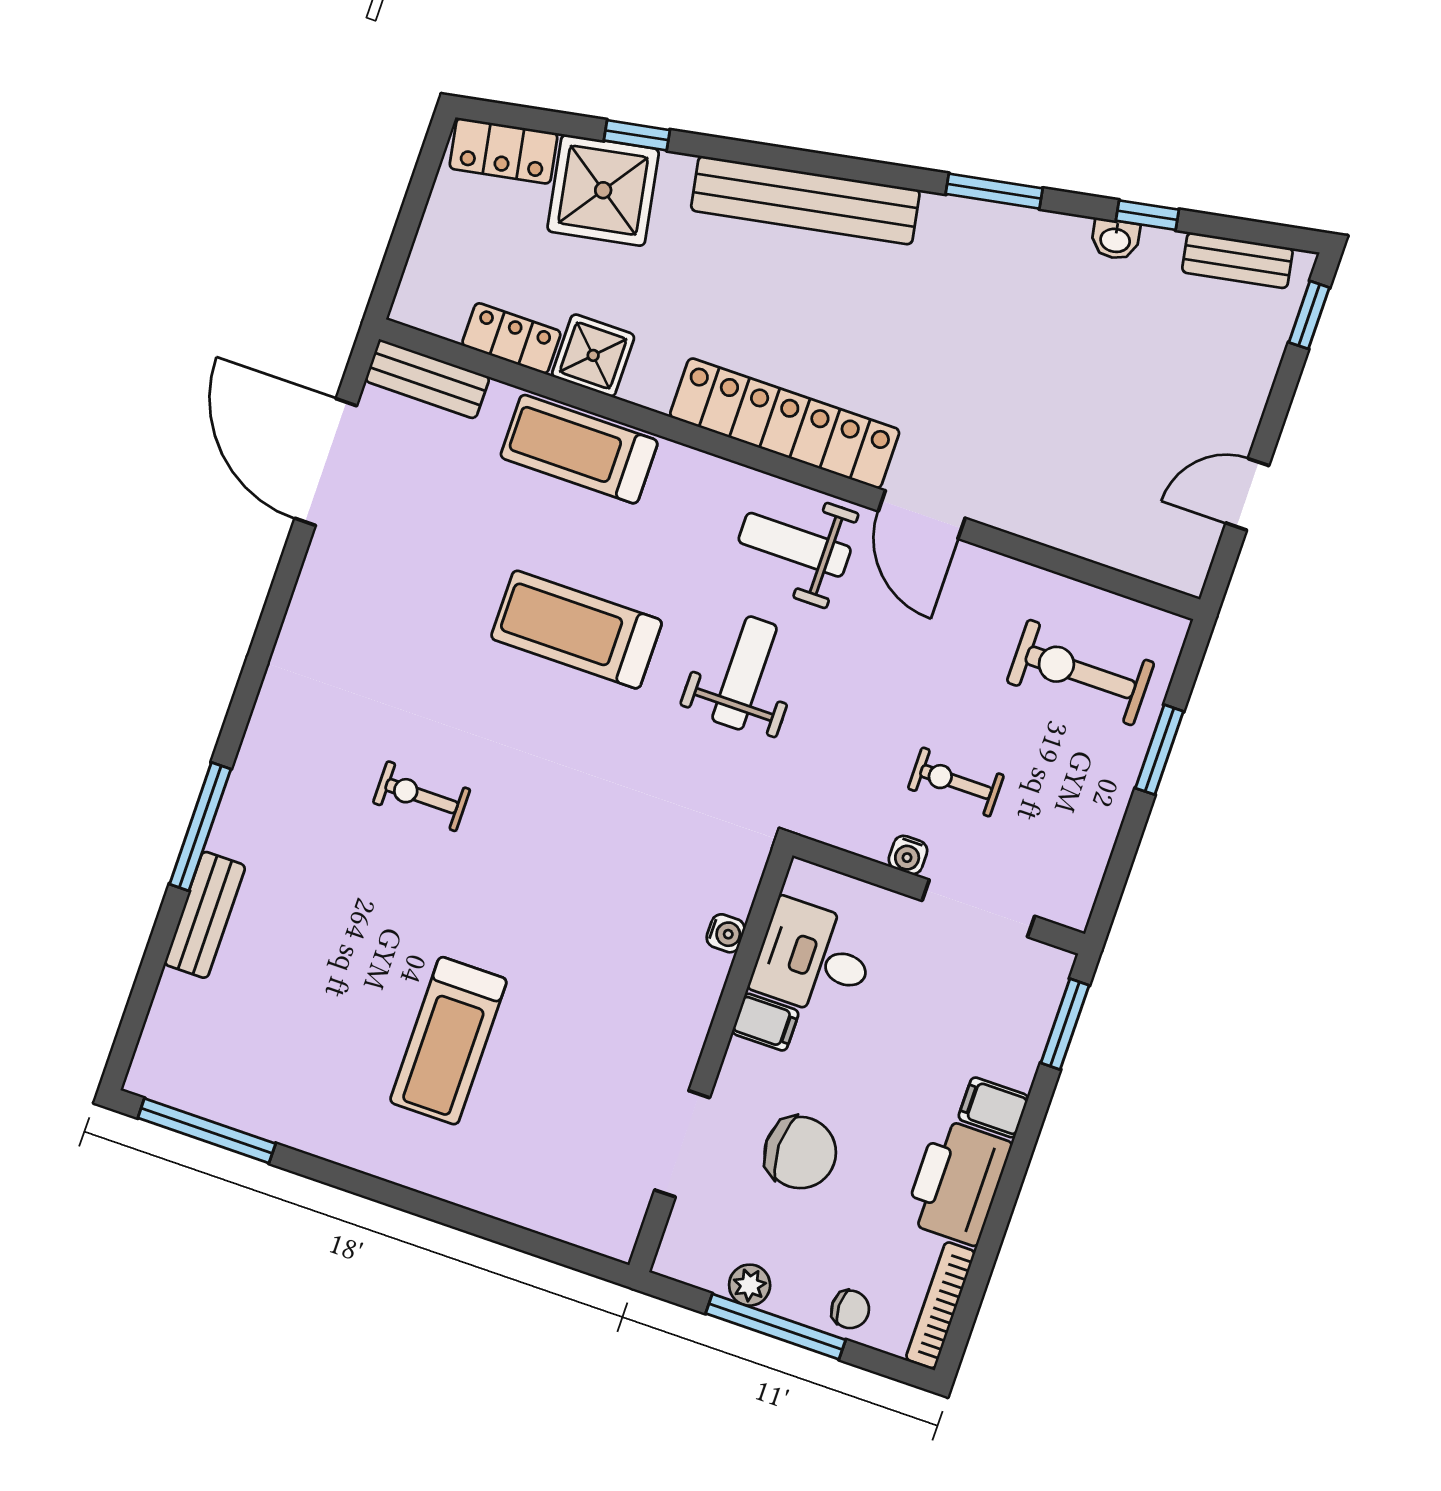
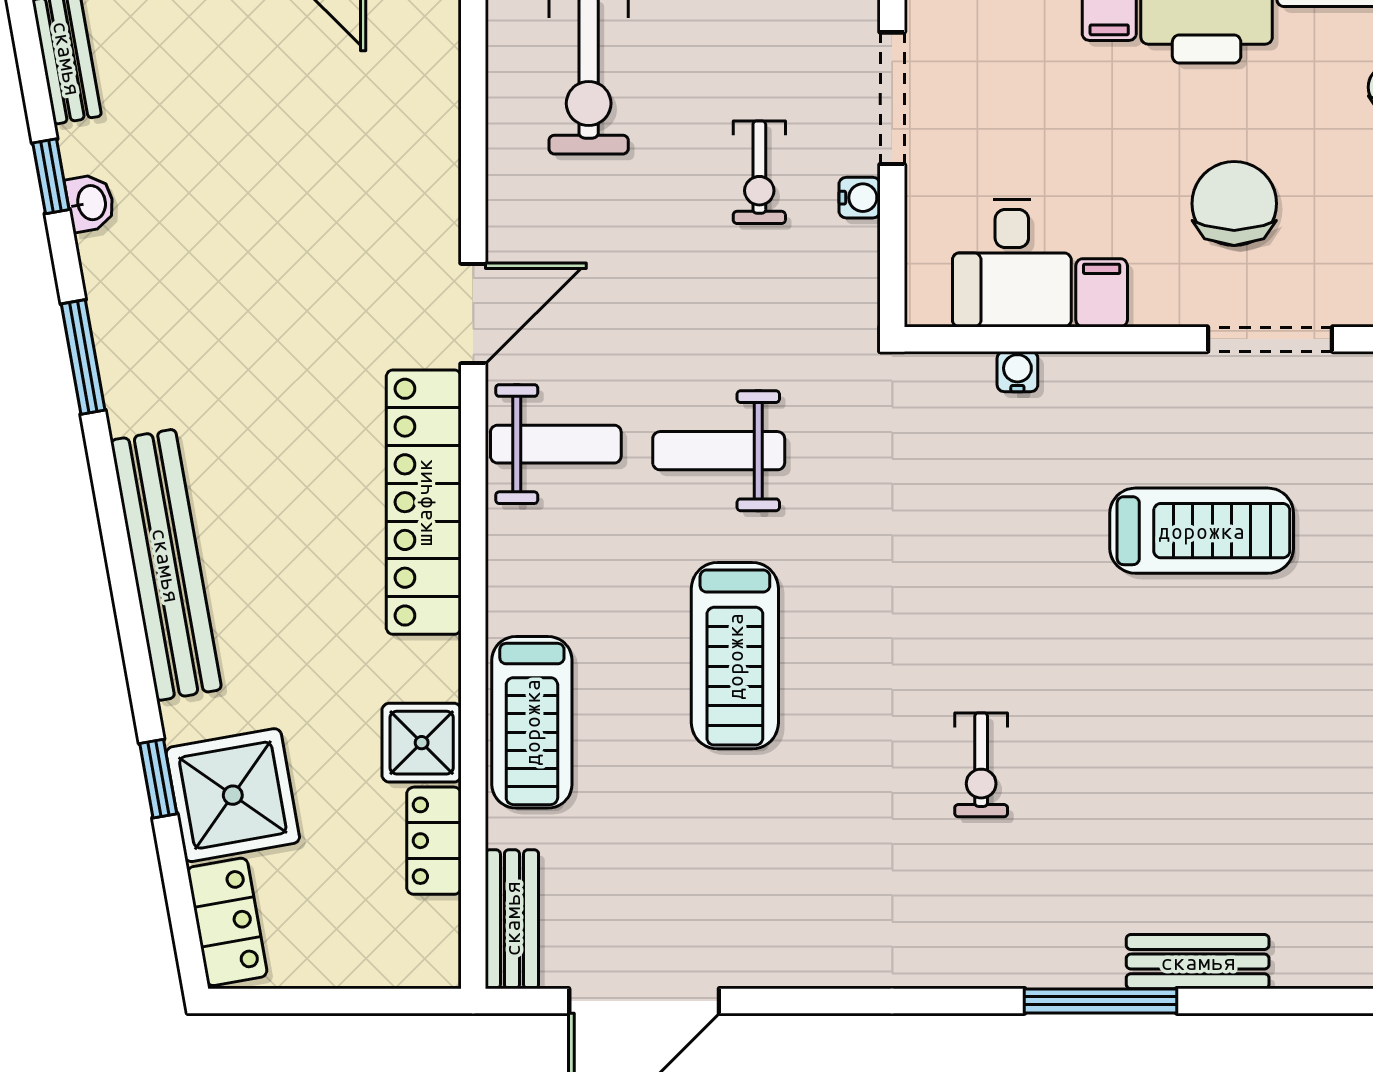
weight bench: (795, 545) -> (556, 444), turned -90
treadmill: (448, 1041) -> (1202, 531), moved

